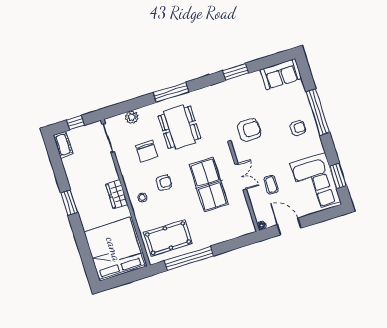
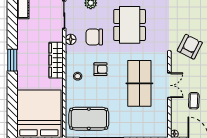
armchair: (249, 130) -> (190, 47), turned -63
chair: (147, 151) -> (94, 37), turned 90
floor lamp: (123, 162) -> (71, 39), added
wardrobe: (117, 194) -> (56, 60), width x1.50

